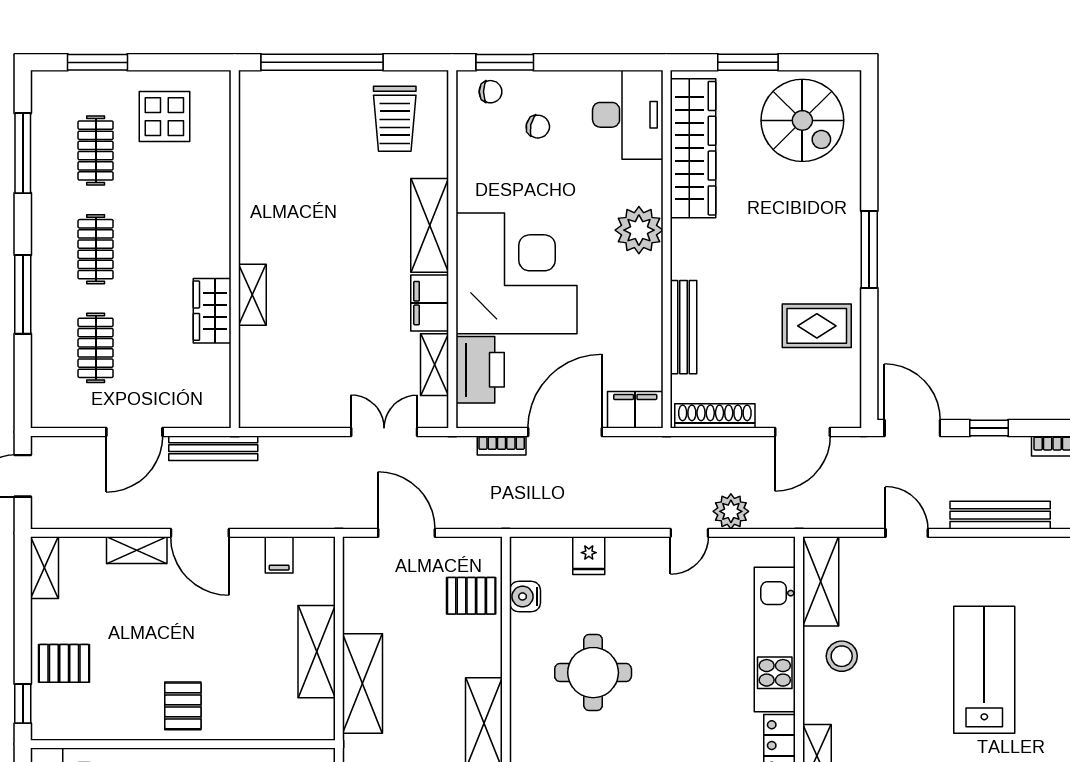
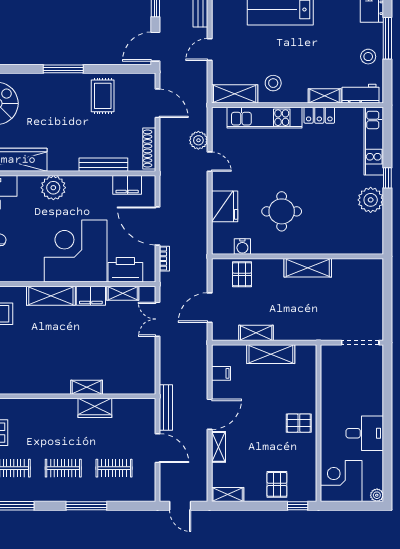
filing cabinet: (635, 410) -> (127, 185), moved, turned -90
fridge: (589, 556) -> (225, 206), width x1.88, depth x1.34
shelving: (363, 683) -> (256, 333), moved, width x0.67, depth x0.75

